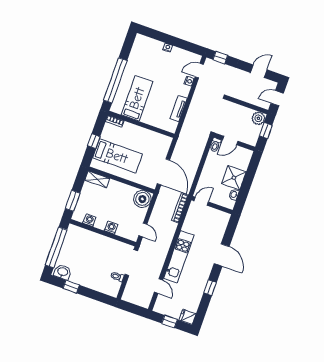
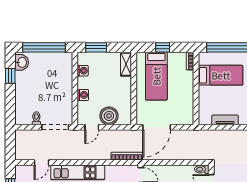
boiler: (142, 199) -> (109, 116), moved

